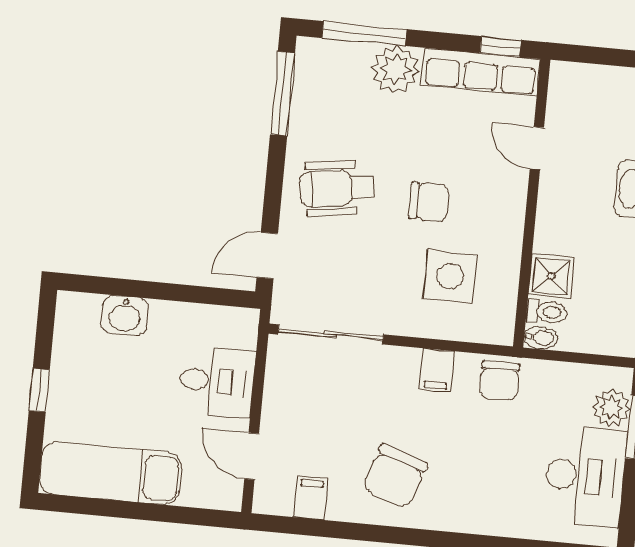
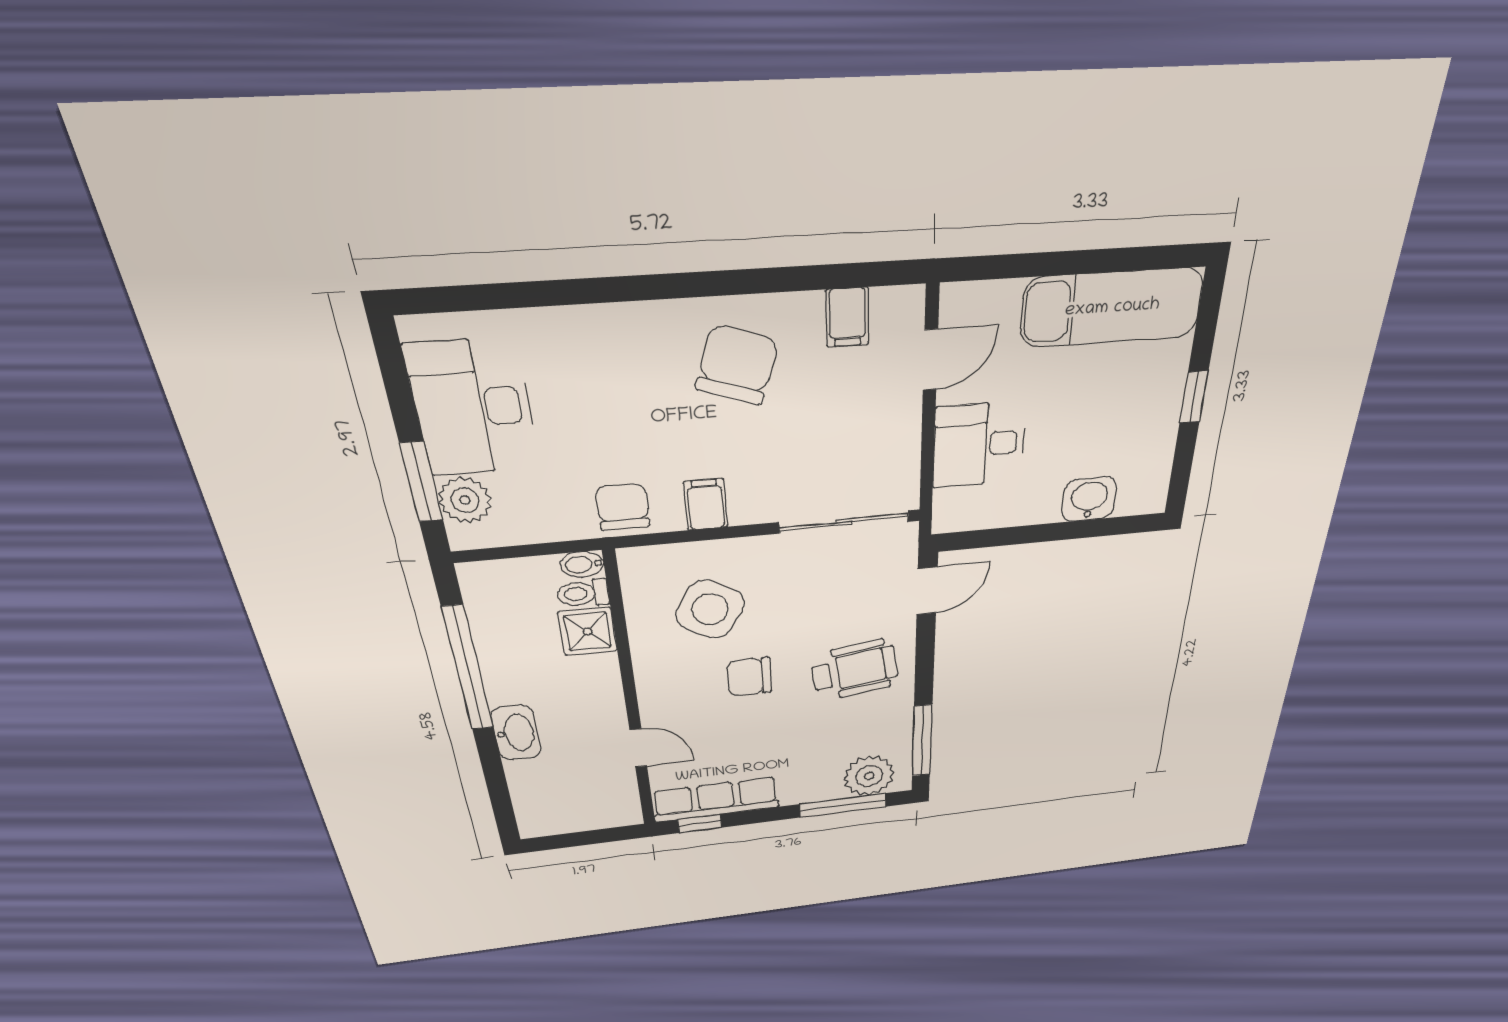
plant: (396, 69) -> (869, 776), moved
side table: (450, 276) -> (710, 609), turned 31
door: (252, 456) -> (930, 360), hinge flipped

